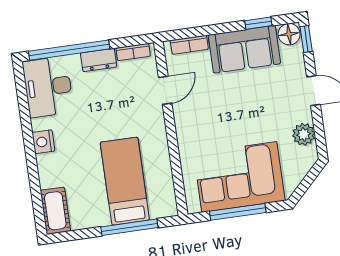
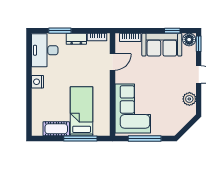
window: (69, 50) -> (60, 31), width x0.47
corner sofa: (239, 177) -> (133, 109), moved, turned 90
cot: (55, 211) -> (56, 129), moved, turned 90

